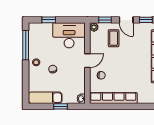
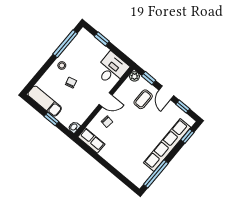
desk: (69, 35) -> (112, 69), width x0.73
row of seats: (113, 98) -> (91, 141), width x0.50

